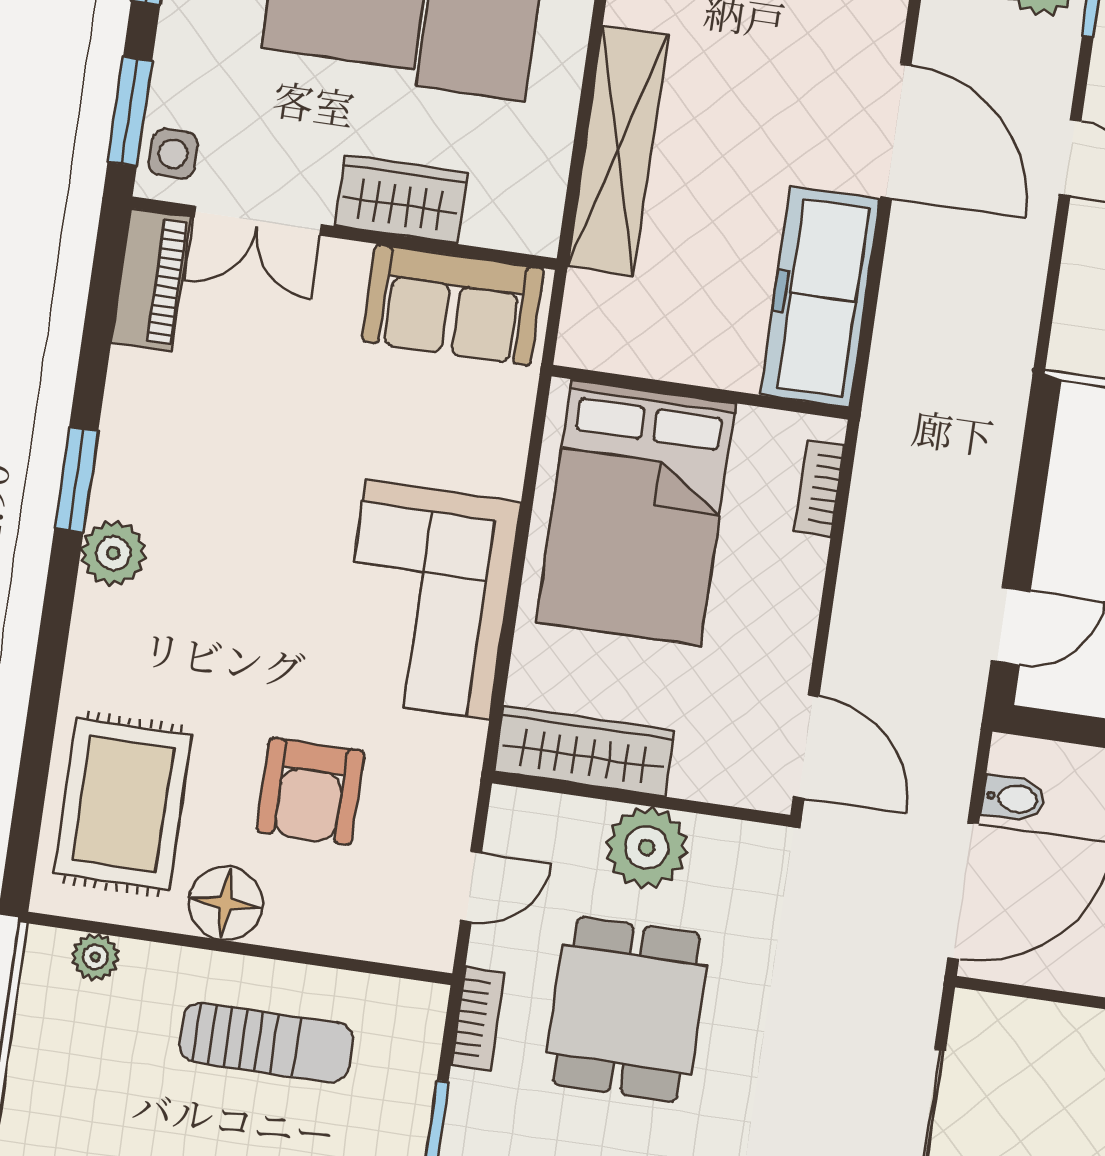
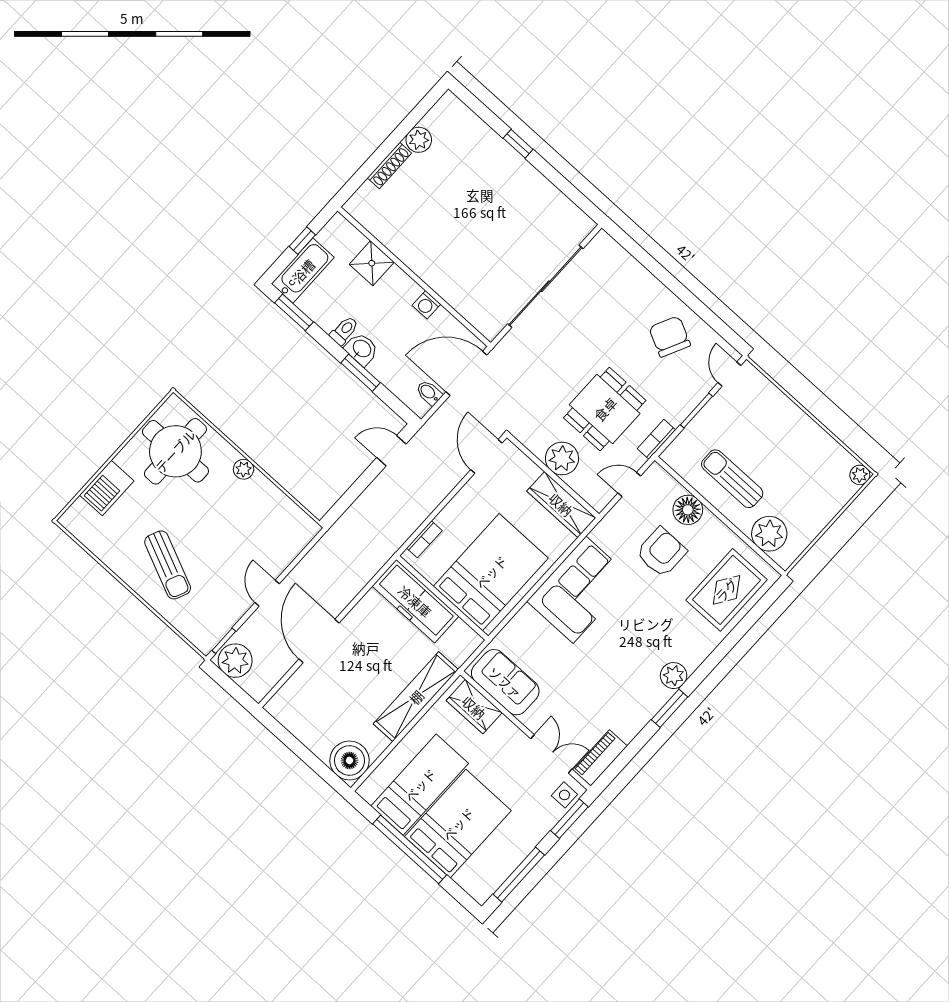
wardrobe: (401, 199) -> (474, 707), moved
freezer: (820, 297) -> (415, 601), moved, turned 90
floor lamp: (226, 903) -> (688, 510), moved
plant: (95, 957) -> (769, 534), width x1.88, depth x1.88

